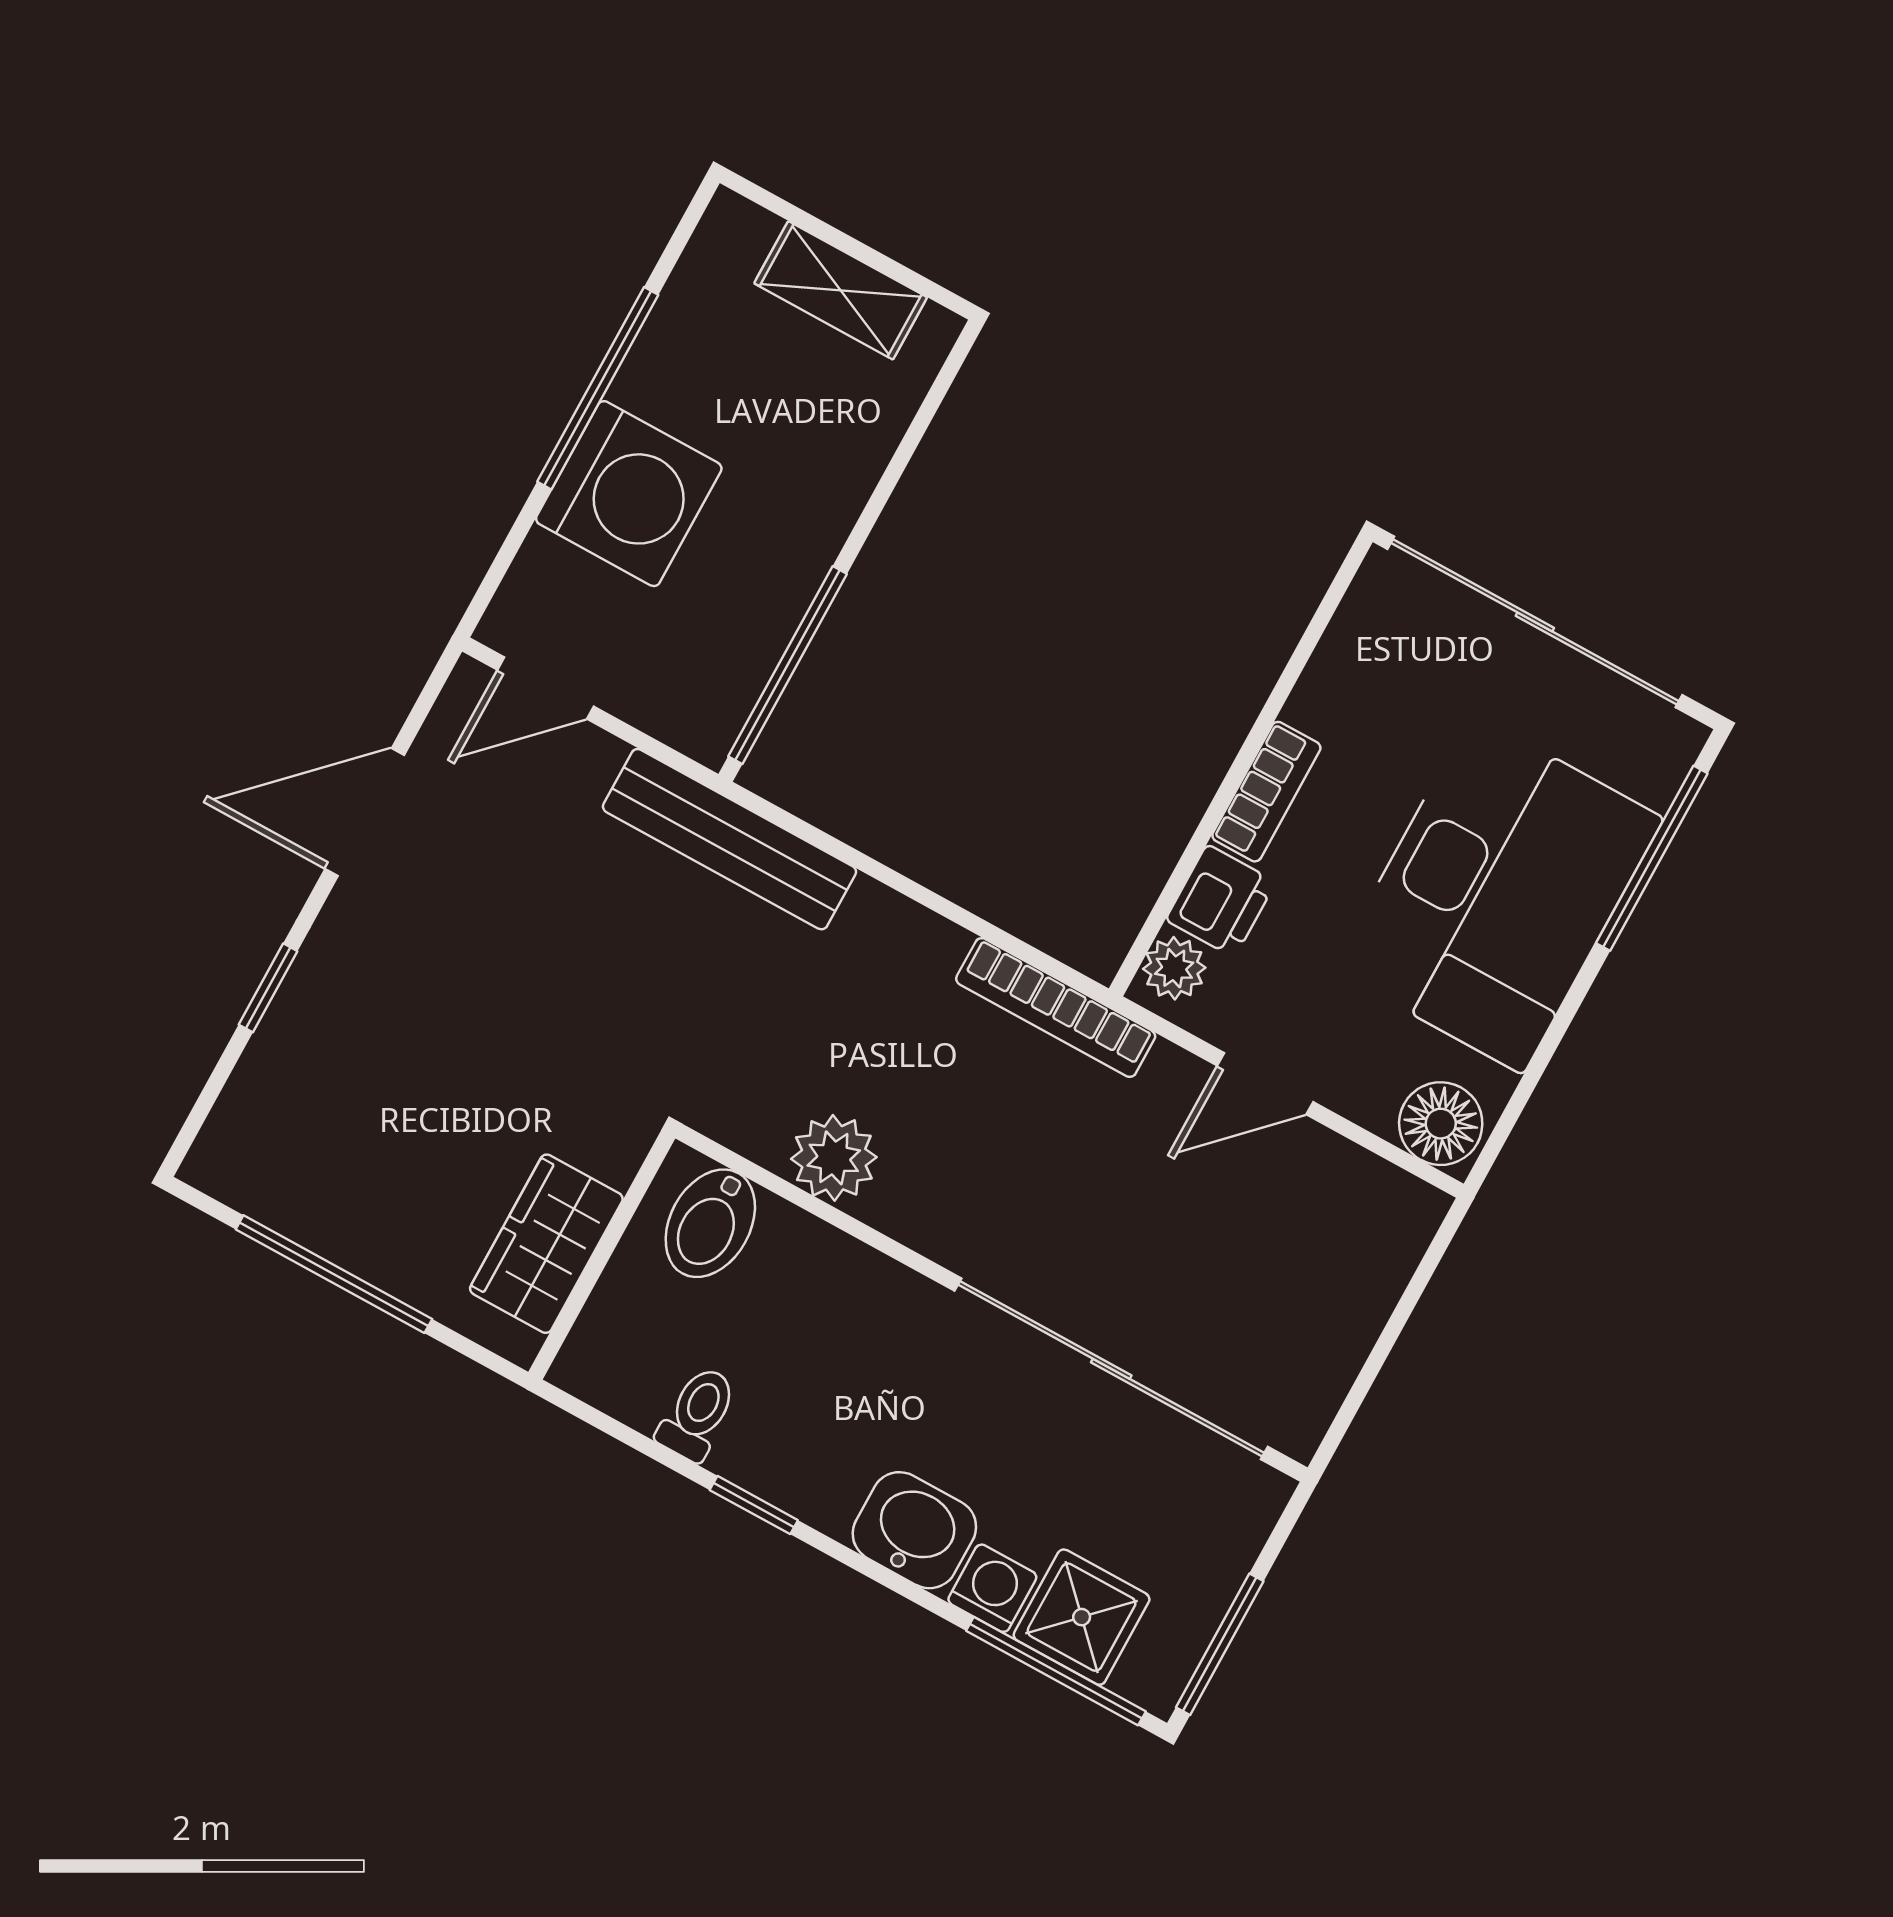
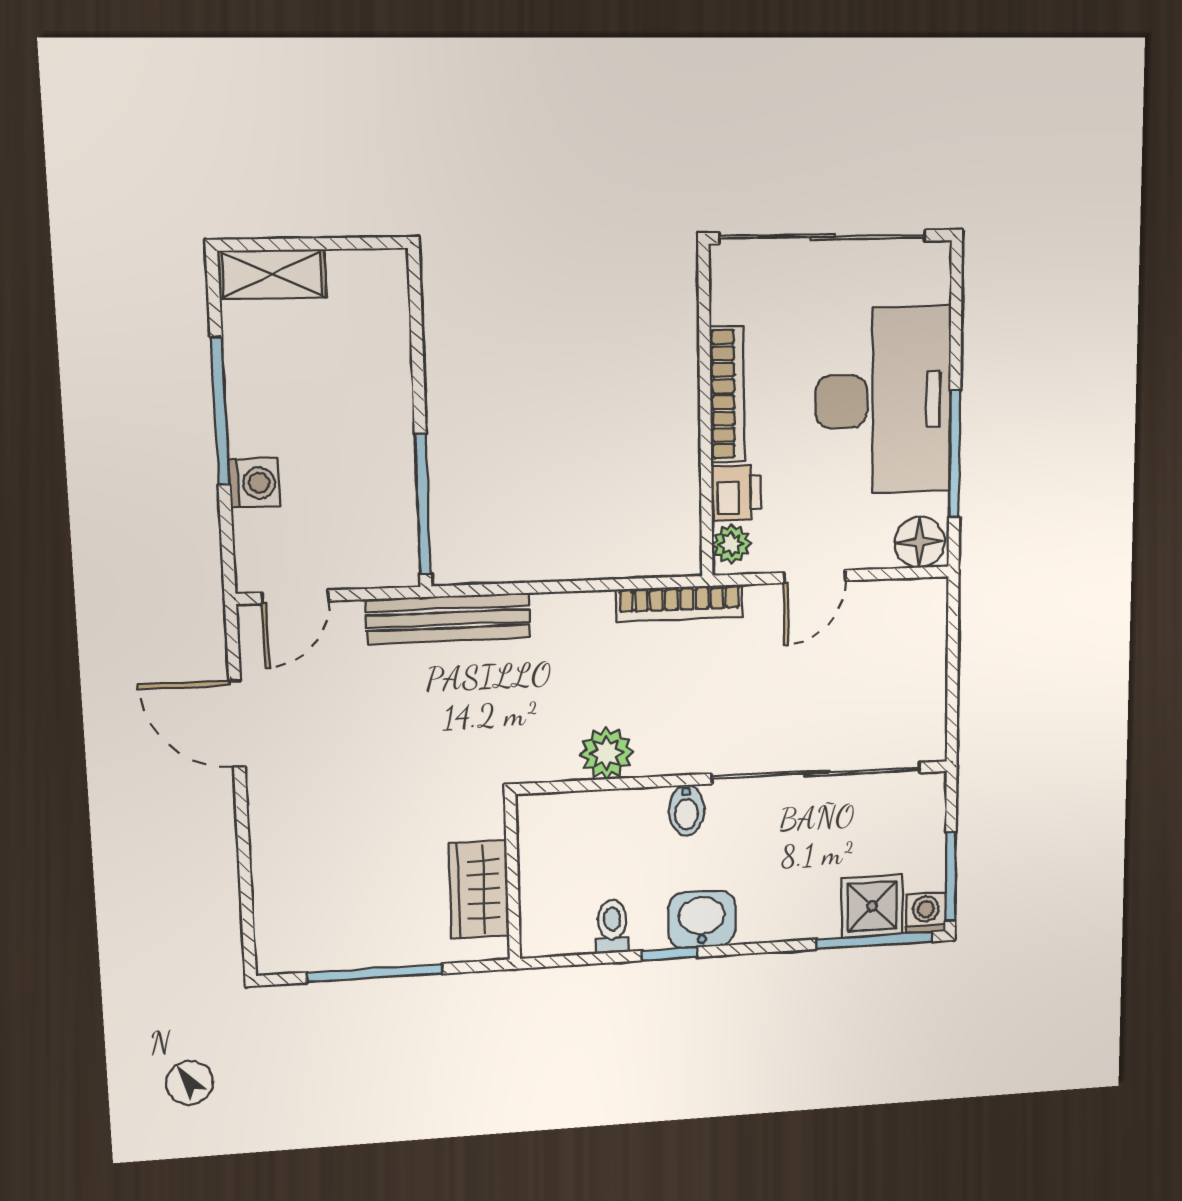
shelving: (841, 290) -> (272, 274), moved
washing machine: (629, 494) -> (254, 483), width x0.53, depth x0.53
bookcase: (1266, 792) -> (727, 394), width x1.56
door: (365, 812) -> (237, 724), hinge flipped
window: (1652, 858) -> (955, 454), moved
window: (268, 988) -> (244, 848), removed
bidet: (710, 1223) -> (686, 810), moved, width x0.72, depth x0.74
washbasin: (914, 1530) -> (702, 919), moved
washing machine: (992, 1588) -> (926, 913), moved

